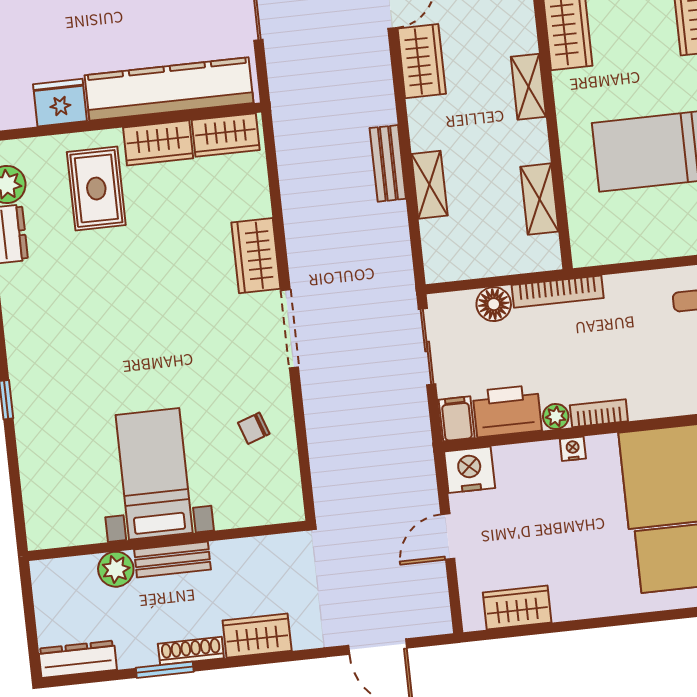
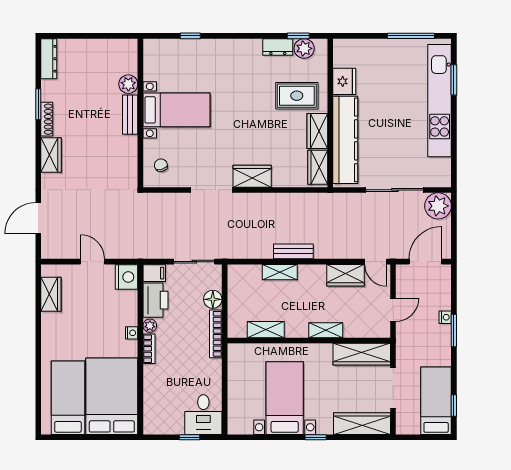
bed with nightstands: (154, 474) -> (177, 110), moved
wall: (167, 541) -> (140, 113), moved
bench: (172, 560) -> (130, 115), moved
plant: (116, 569) -> (128, 84), moved

